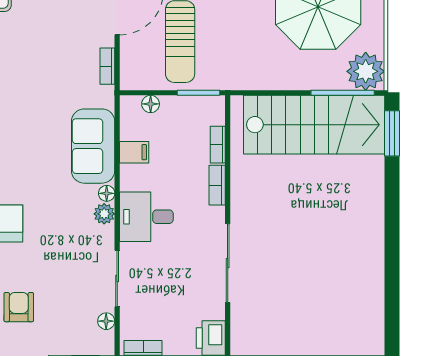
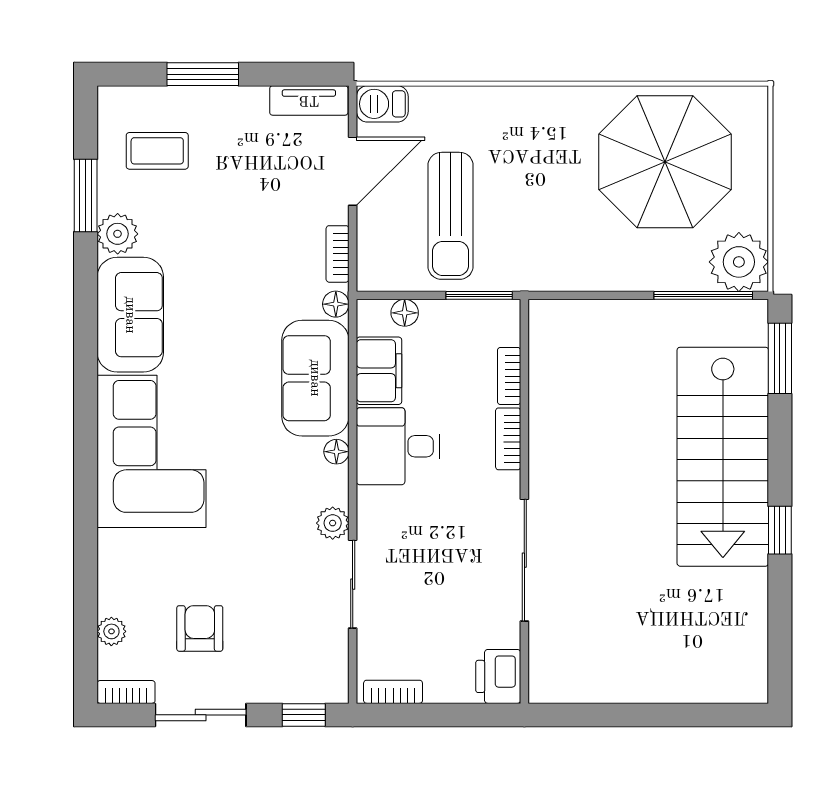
stairs: (314, 125) -> (723, 457), moved, turned 90
filing cabinet: (134, 152) -> (379, 371), width x2.00
plant: (104, 214) -> (333, 523), moved
desk: (146, 217) -> (398, 446), moved
window: (392, 244) -> (780, 530), added
floor lamp: (106, 321) -> (336, 304), moved

